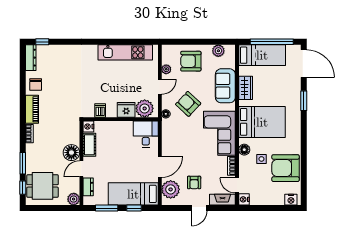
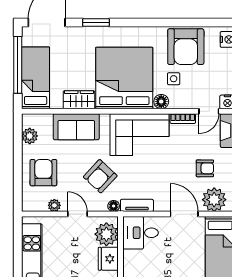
armchair: (191, 61) -> (43, 173), turned 180
bed: (262, 122) -> (124, 78), width x1.36
tv unit: (166, 131) -> (137, 205), added

